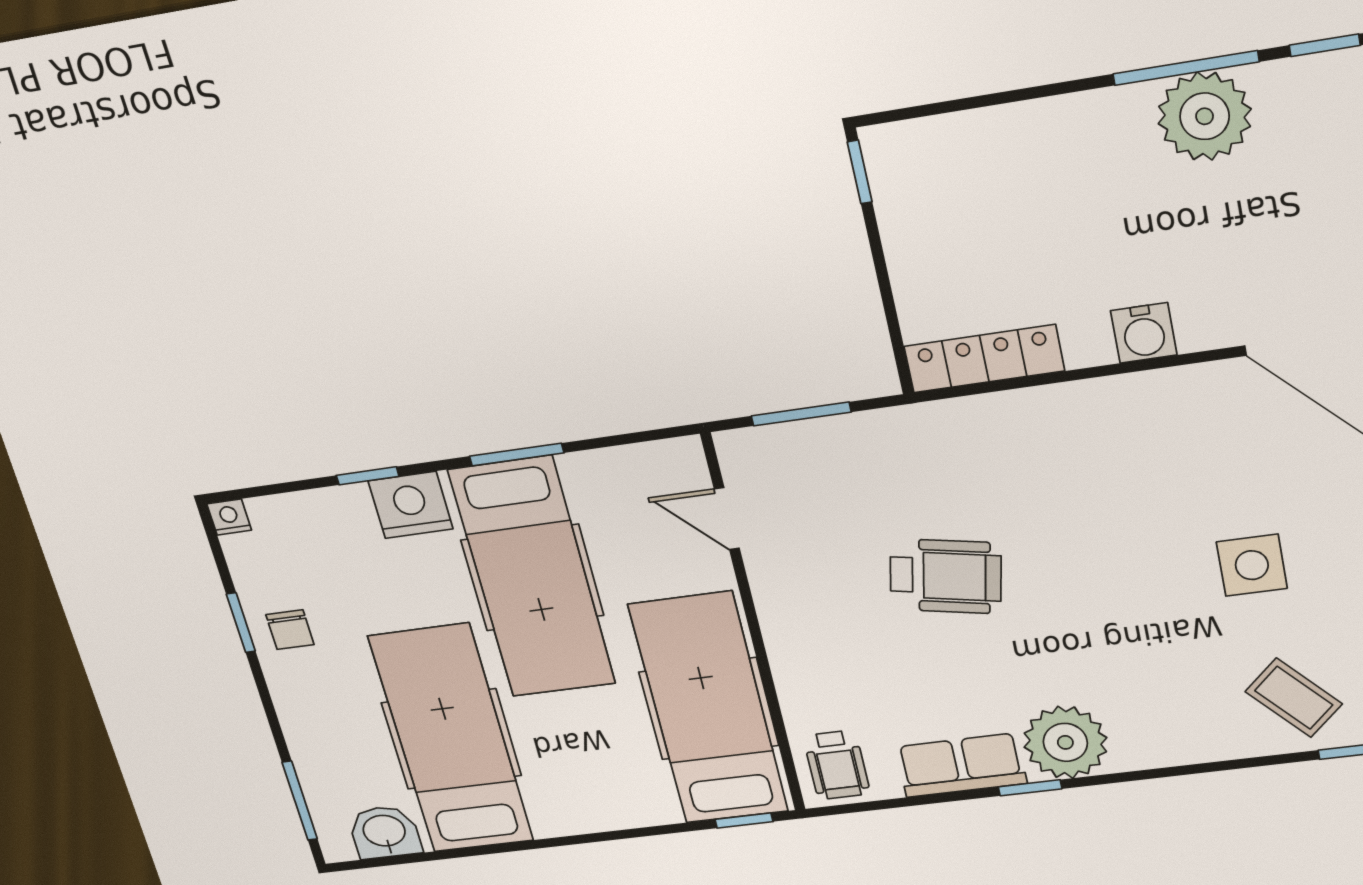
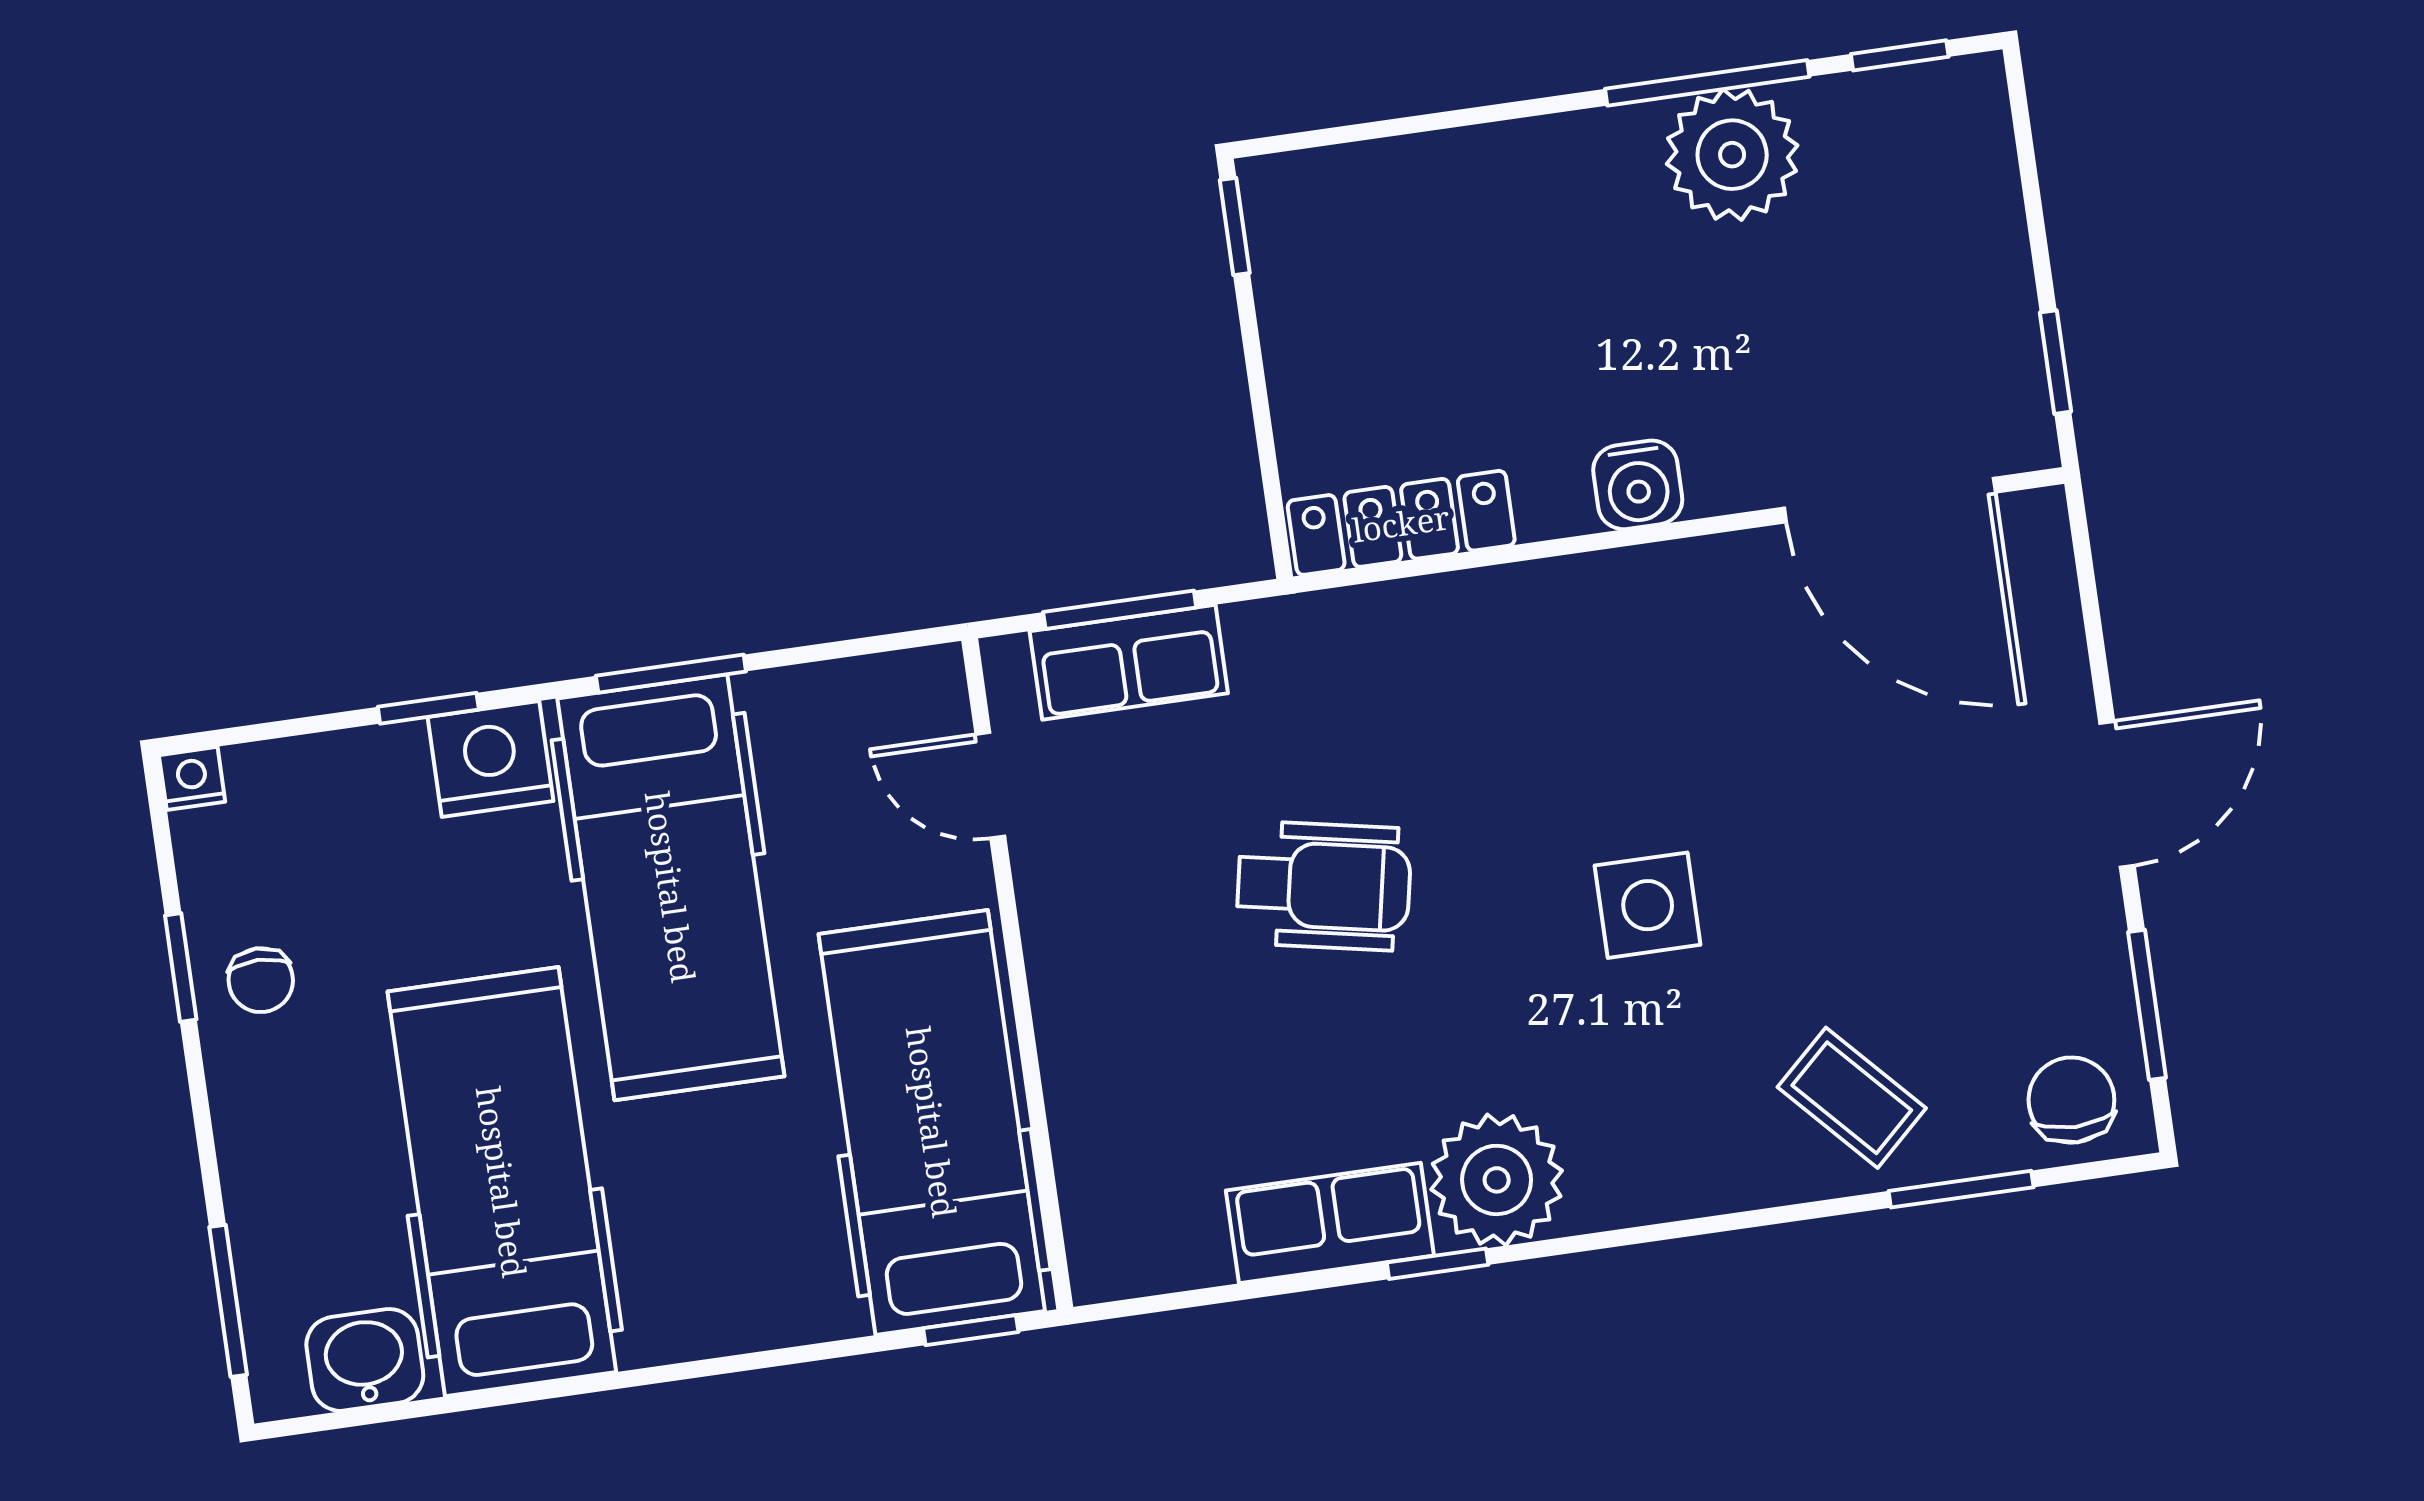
row of seats: (810, 445) -> (1129, 662), added
side table: (1252, 565) -> (1648, 905), moved
wheelchair: (837, 765) -> (1130, 1224), removed

